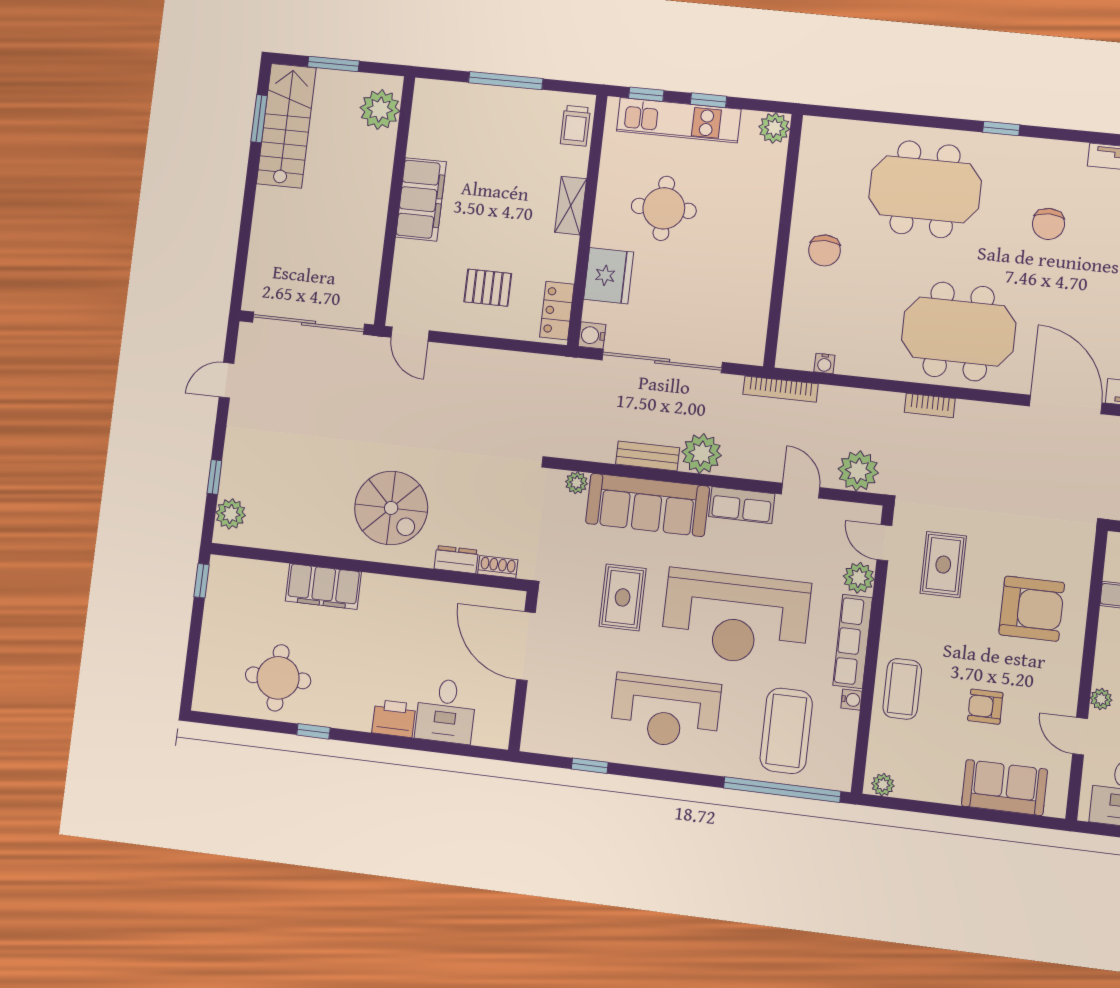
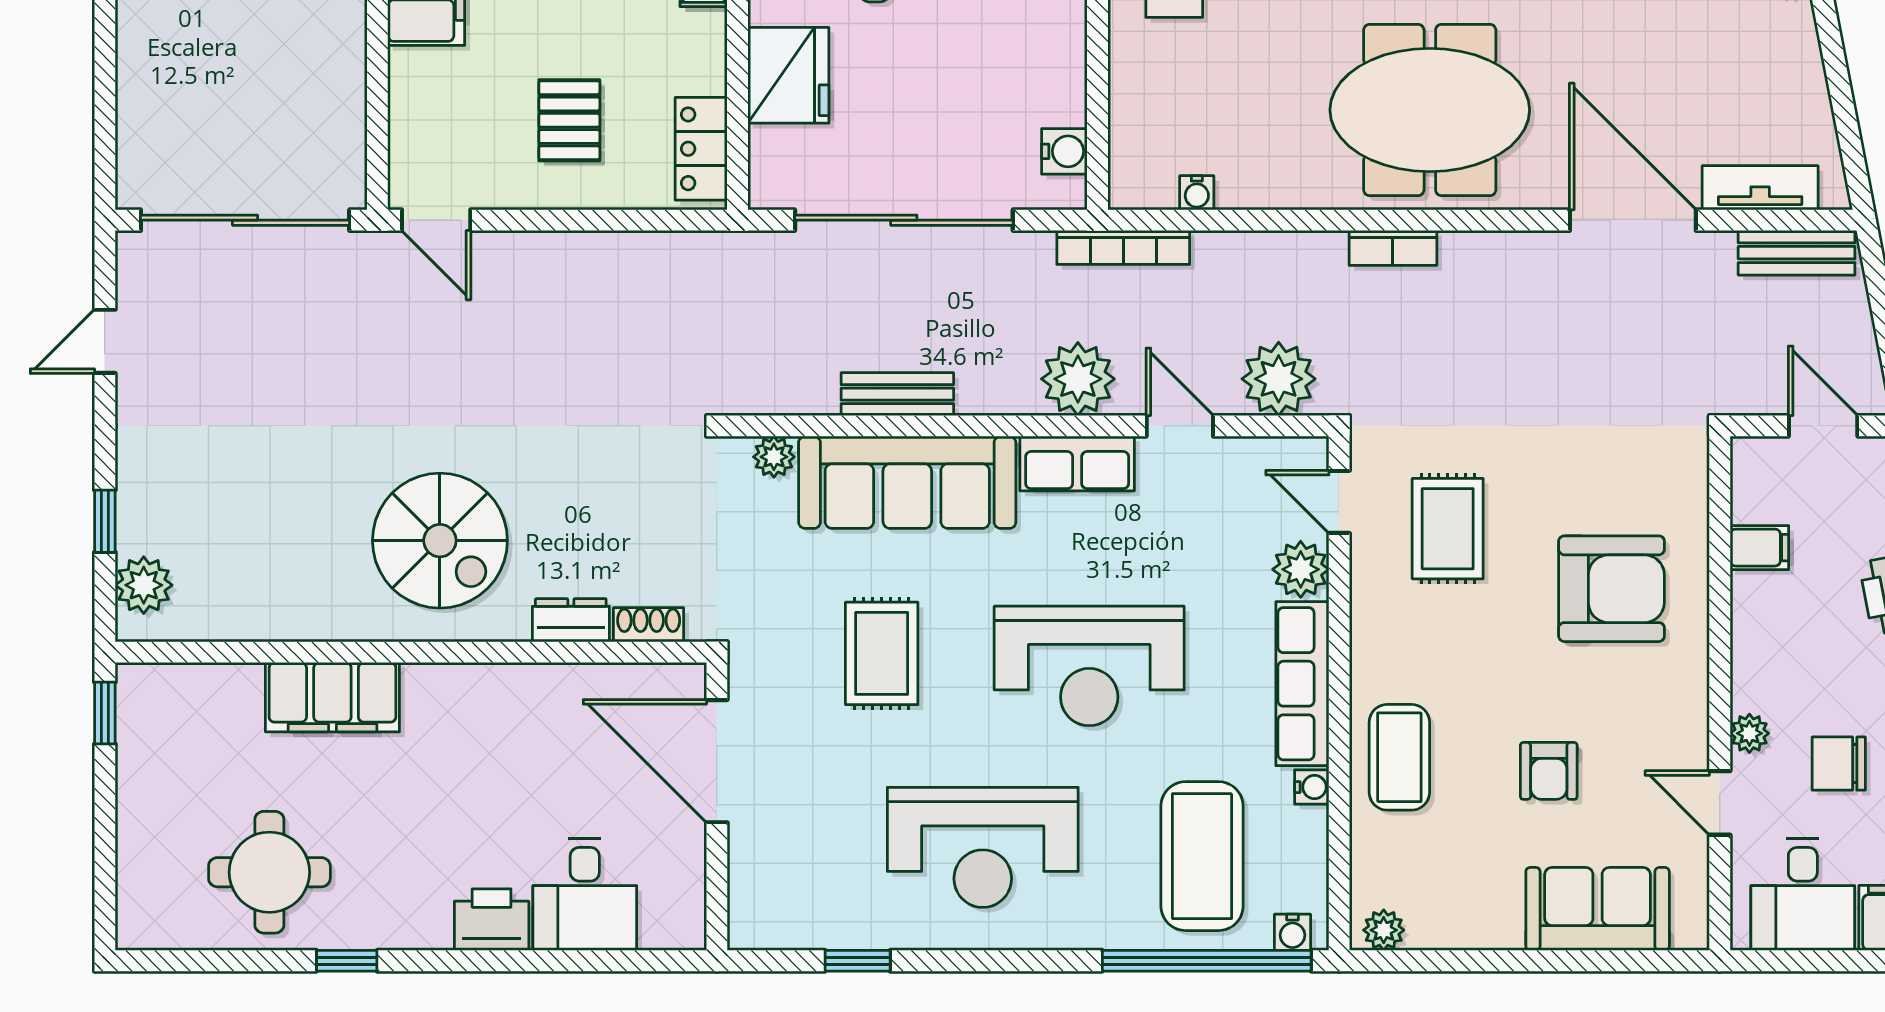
pallet: (488, 288) -> (569, 120), turned 90
water cooler: (592, 335) -> (1064, 151), moved, turned 180
plant: (702, 453) -> (1078, 379), moved
reception desk: (736, 618) -> (1089, 666), width x0.74, depth x0.77
armchair: (985, 707) -> (1549, 771), turned -90
water cooler: (832, 780) -> (1293, 932), added

